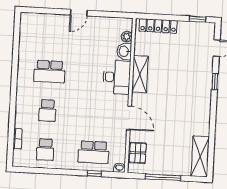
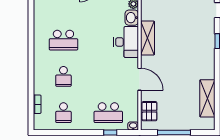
shelving: (200, 156) -> (207, 98), moved

